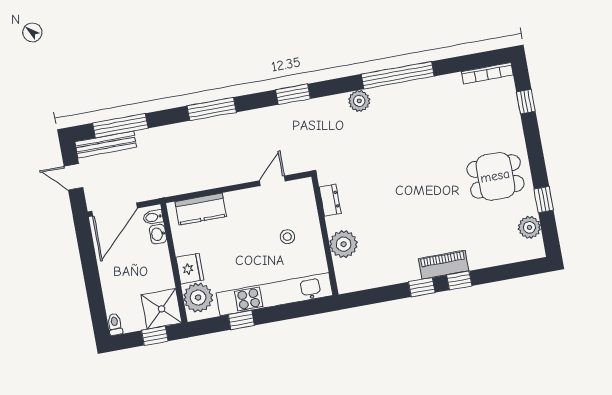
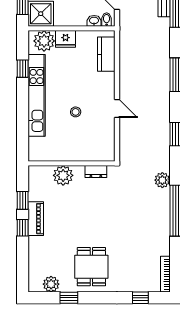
dresser: (330, 200) -> (96, 172), moved
wall: (325, 236) -> (71, 163), moved
plant: (344, 244) -> (63, 175), moved

